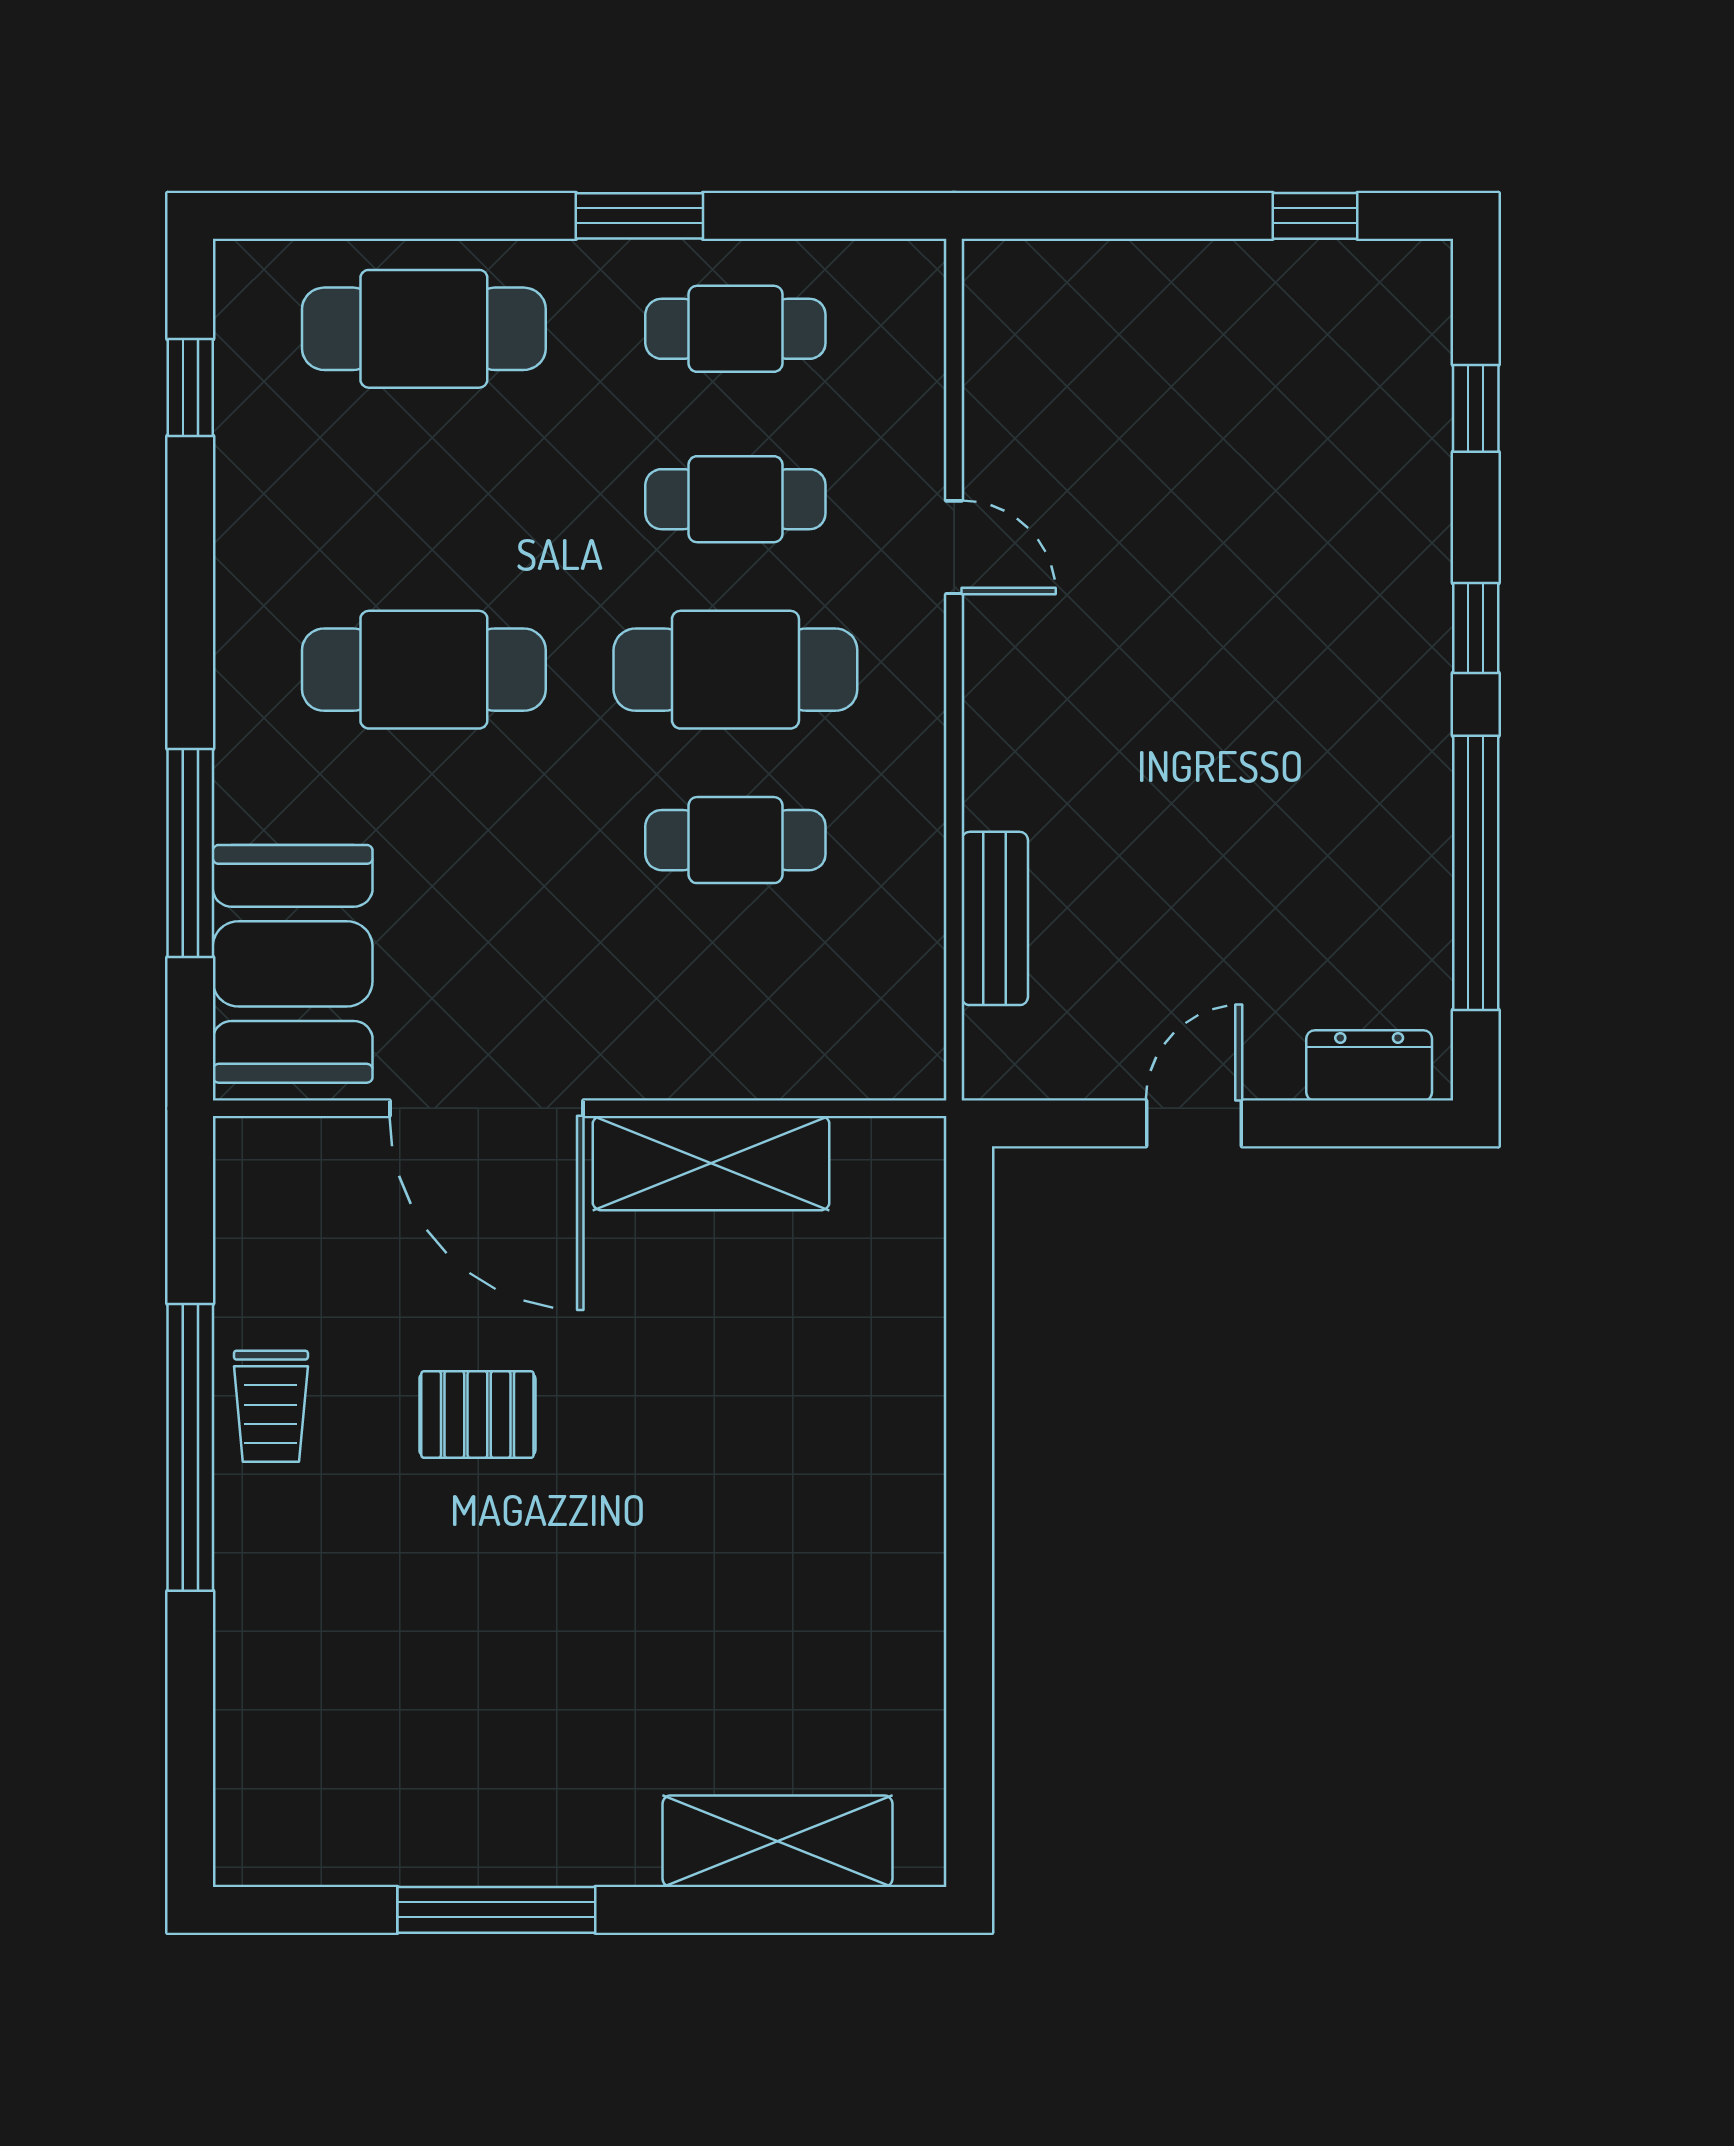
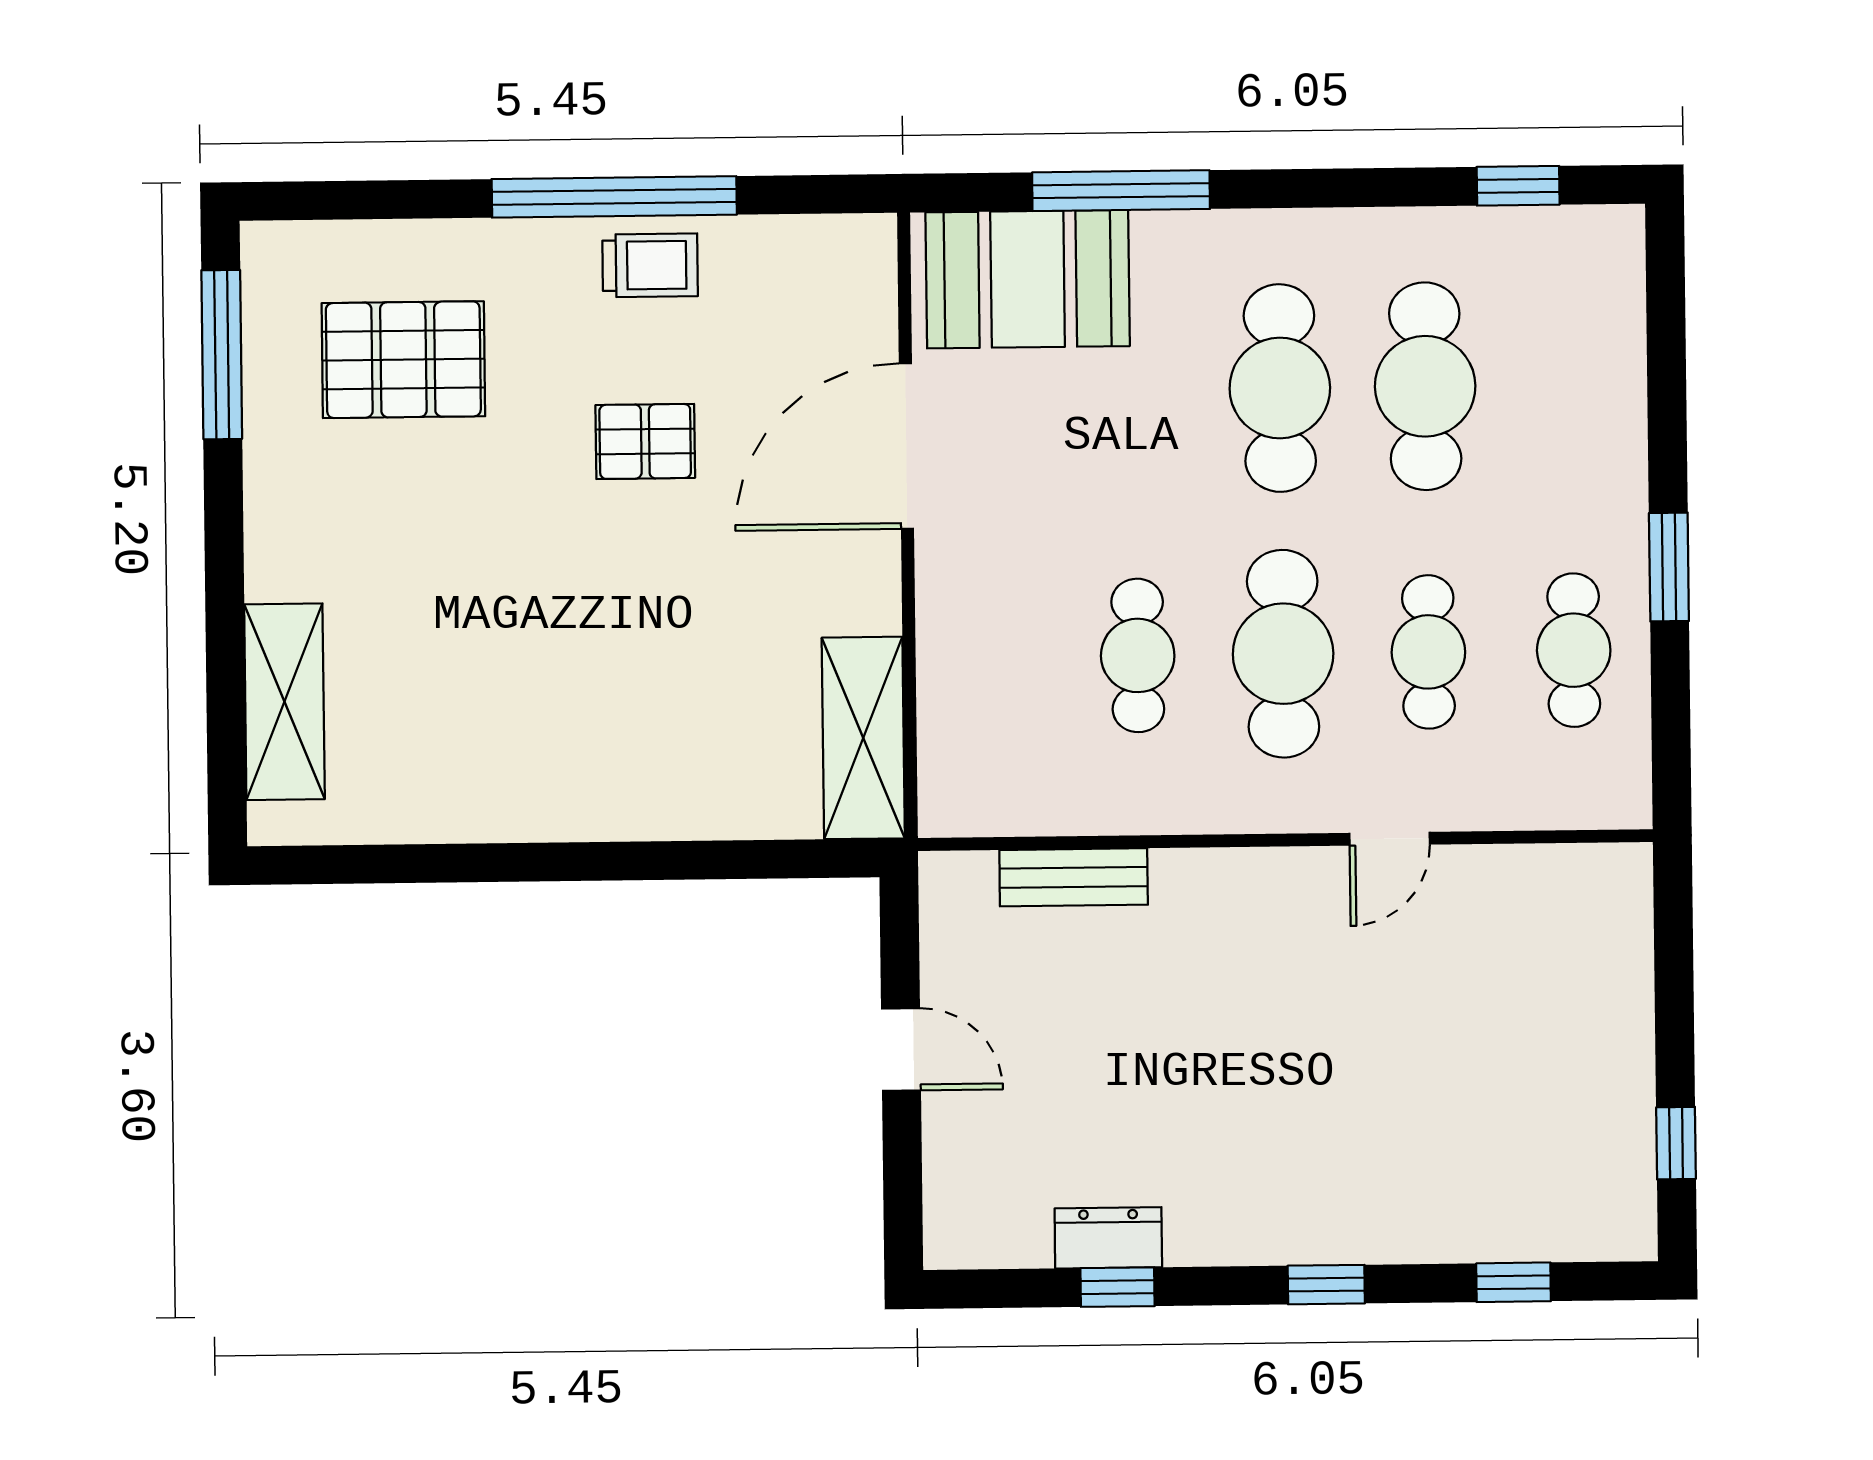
cafe table: (424, 329) -> (1425, 386), moved
window: (1476, 873) -> (1118, 1287), width x0.32
dresser: (1369, 1065) -> (1108, 1238), moved, turned -90
shelving: (711, 1163) -> (863, 738), moved
trolley: (271, 1406) -> (650, 265), turned 180
pallet: (477, 1415) -> (645, 441), turned 90
pallet: (378, 1697) -> (403, 360), added
window: (496, 1910) -> (222, 355), moved

